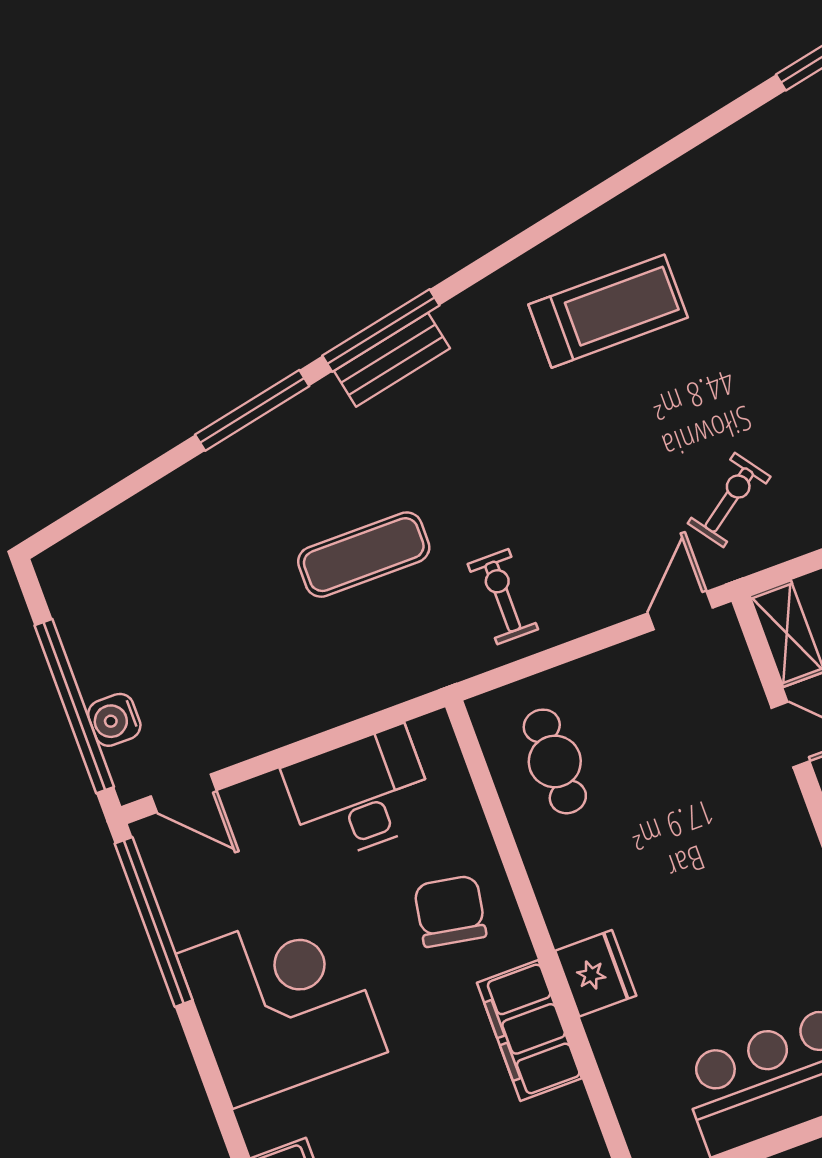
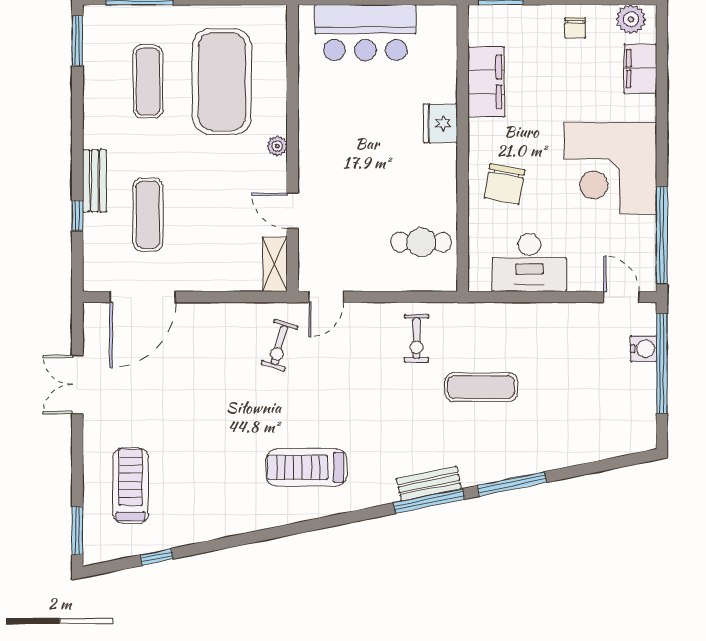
exercise bike: (729, 500) -> (279, 345), turned -37
cafe table: (555, 761) -> (421, 242), turned 90
filing cabinet: (529, 1031) -> (486, 82), moved

